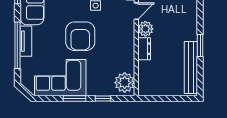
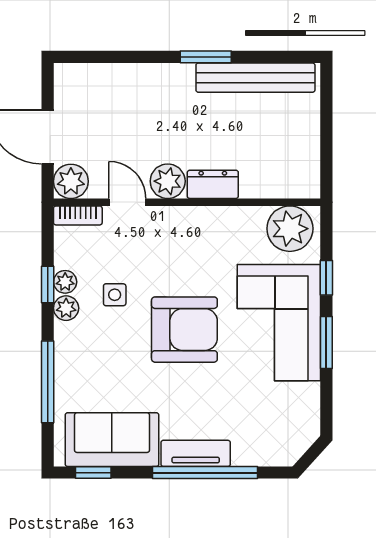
corner sofa: (60, 78) -> (279, 323), moved

